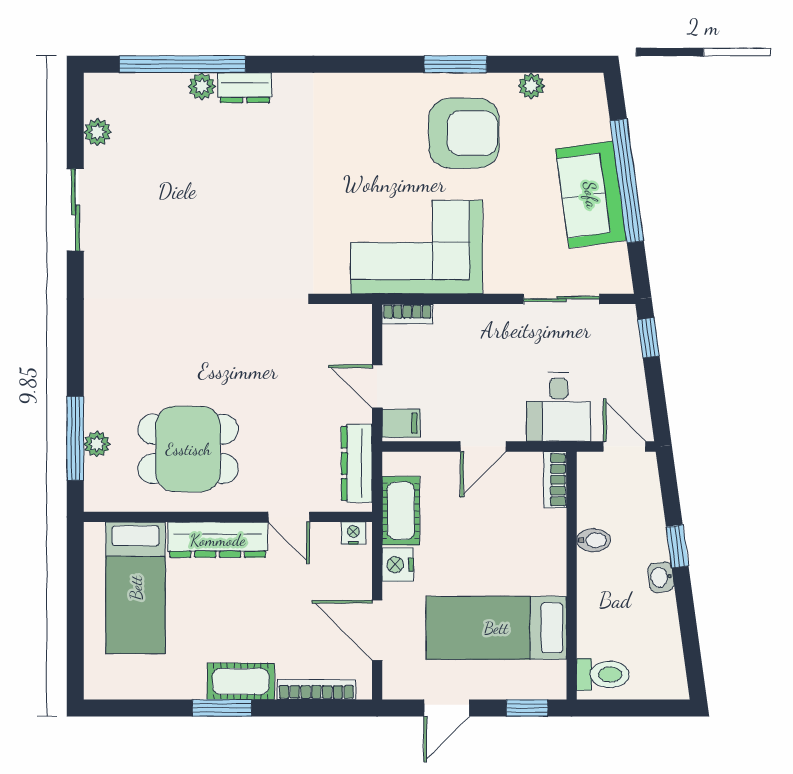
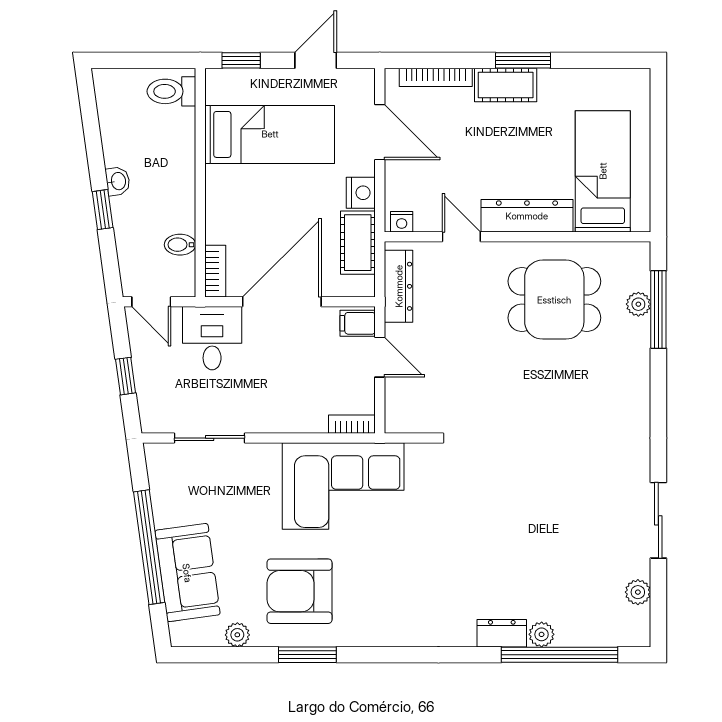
sofa: (591, 195) -> (187, 573), moved
window: (648, 338) -> (126, 376), moved
door: (483, 446) -> (282, 302), width x1.88
bidet: (593, 540) -> (180, 245), moved

